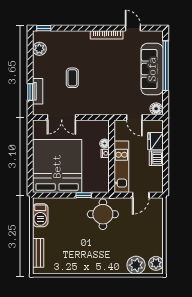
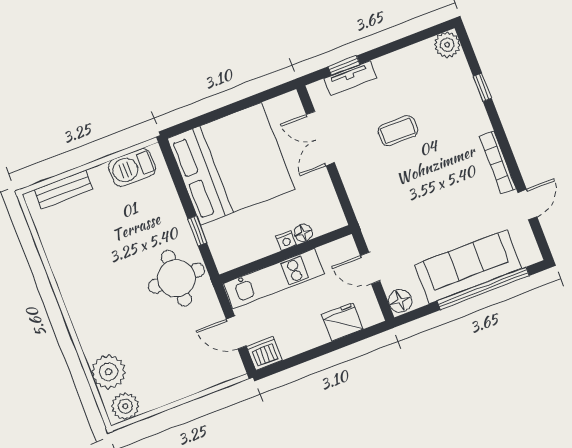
window: (44, 28) -> (482, 87), moved
plant: (39, 49) -> (447, 45), moved
door: (134, 117) -> (370, 268), hinge flipped
dishwasher: (156, 158) -> (264, 353), moved

